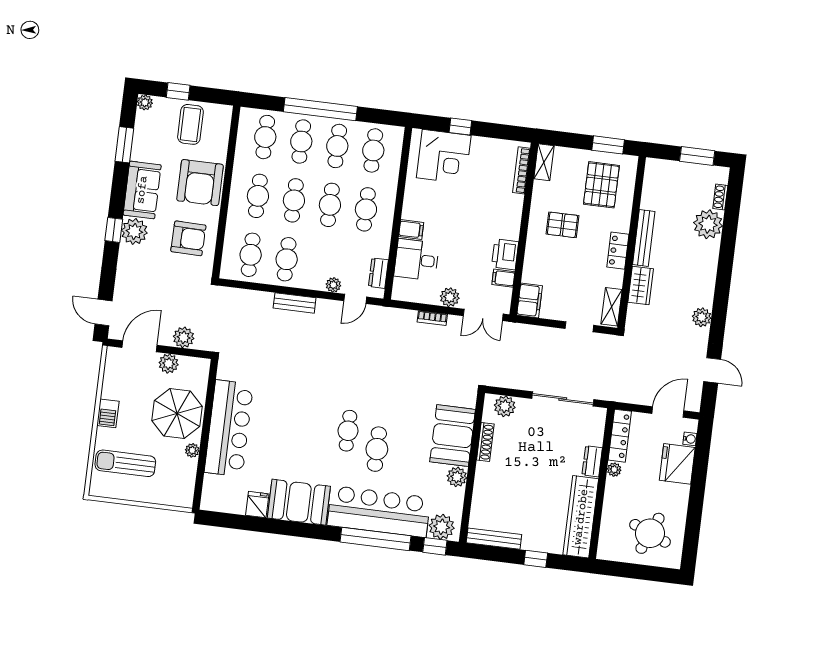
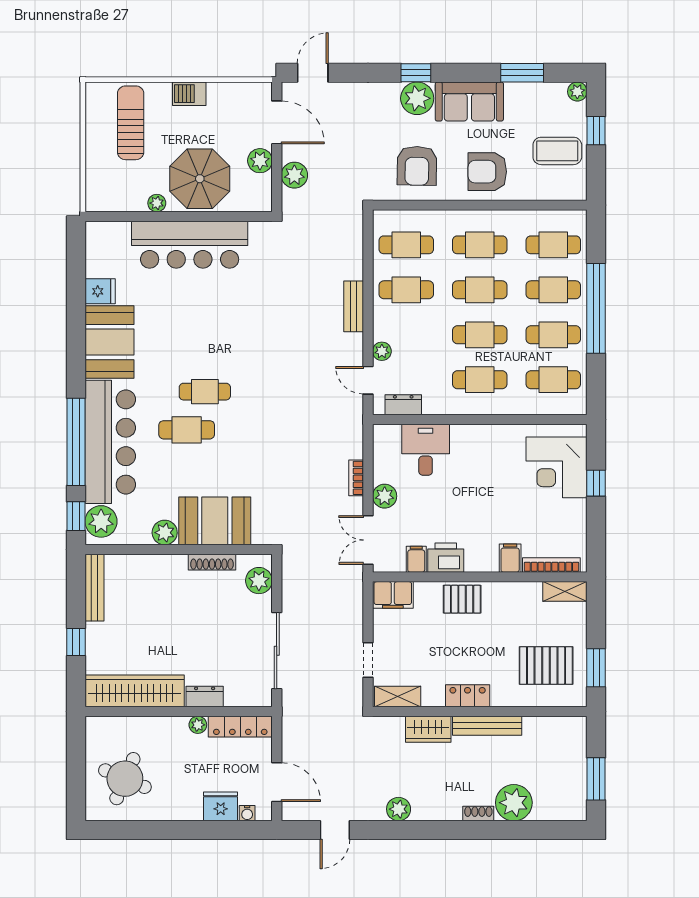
armchair: (200, 183) -> (487, 172), width x0.73, depth x0.73
shoe rack: (720, 197) -> (478, 814), moved
pallet: (563, 225) -> (462, 599), moved, turned 90
filing cabinet: (411, 229) -> (510, 558), moved, turned 180
fridge: (677, 464) -> (221, 806), width x0.73, depth x0.75

